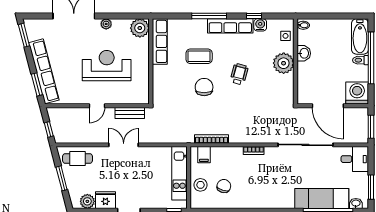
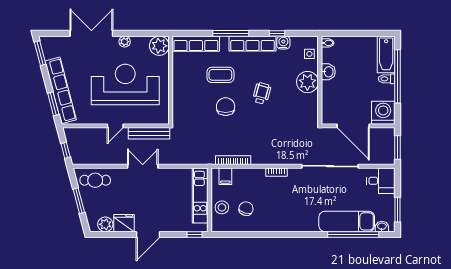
row of seats: (160, 41) -> (196, 44), moved, turned 90
reception desk: (107, 66) -> (125, 85), width x1.36, depth x1.30
bench: (130, 113) -> (149, 133), width x1.36

